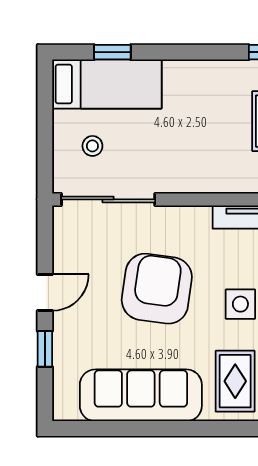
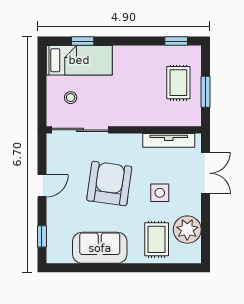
window: (45, 349) -> (42, 236), moved
sofa: (141, 395) -> (100, 248), width x0.73

